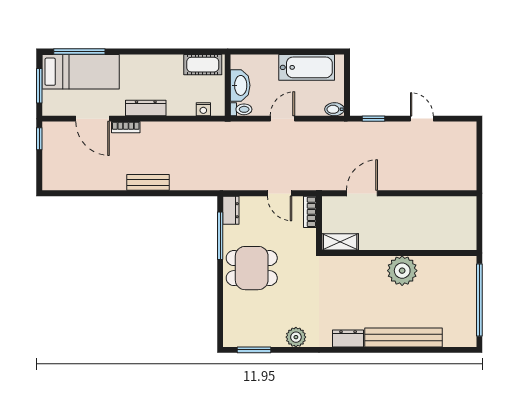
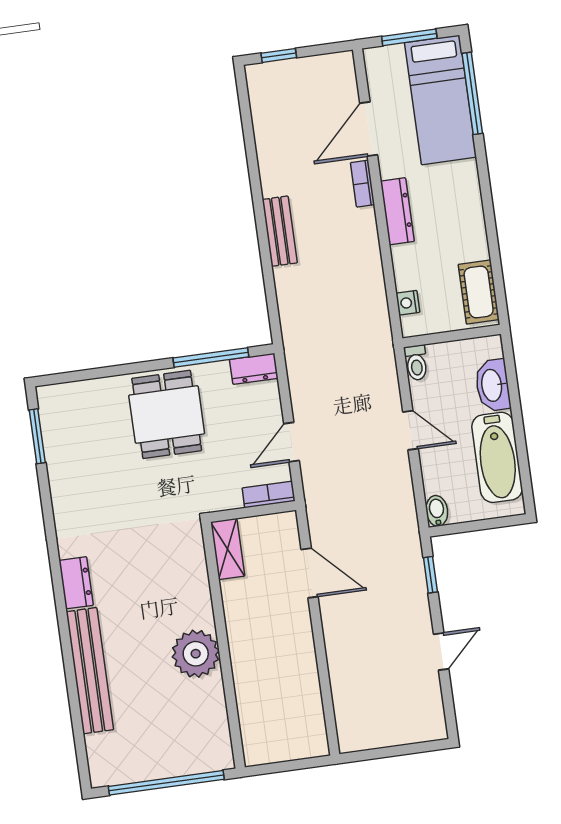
washbasin: (240, 85) -> (493, 385), moved, turned 90
window: (39, 139) -> (279, 55), moved
plant: (296, 337) -> (67, 500), removed

